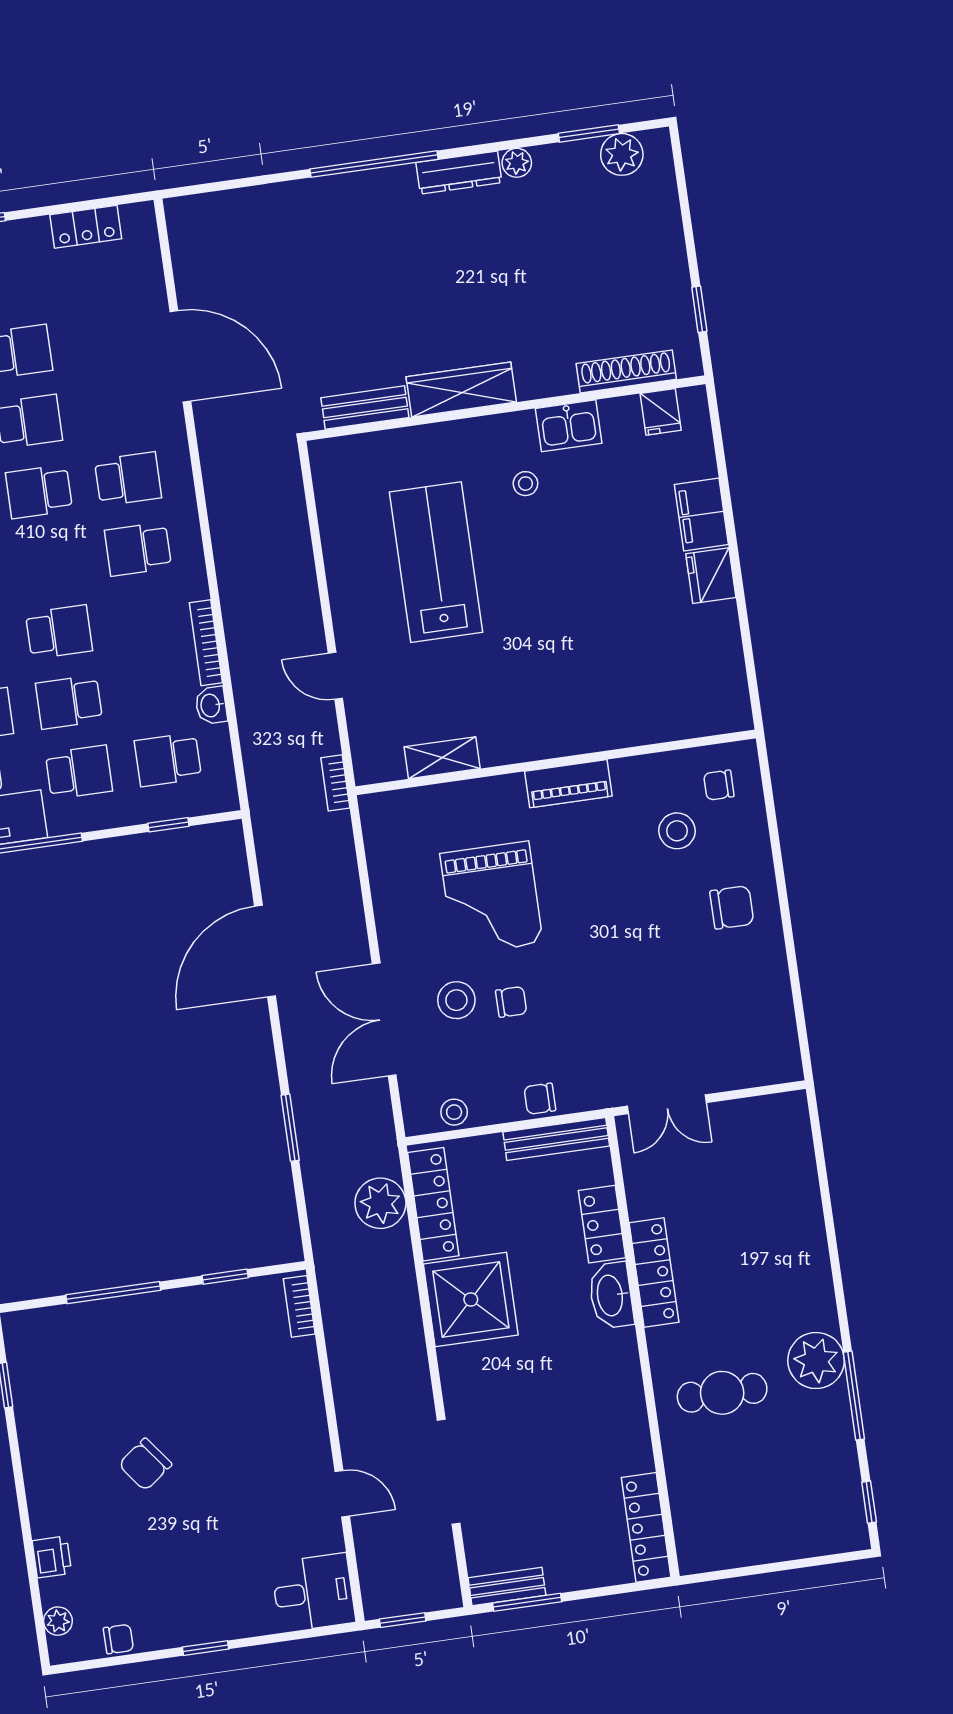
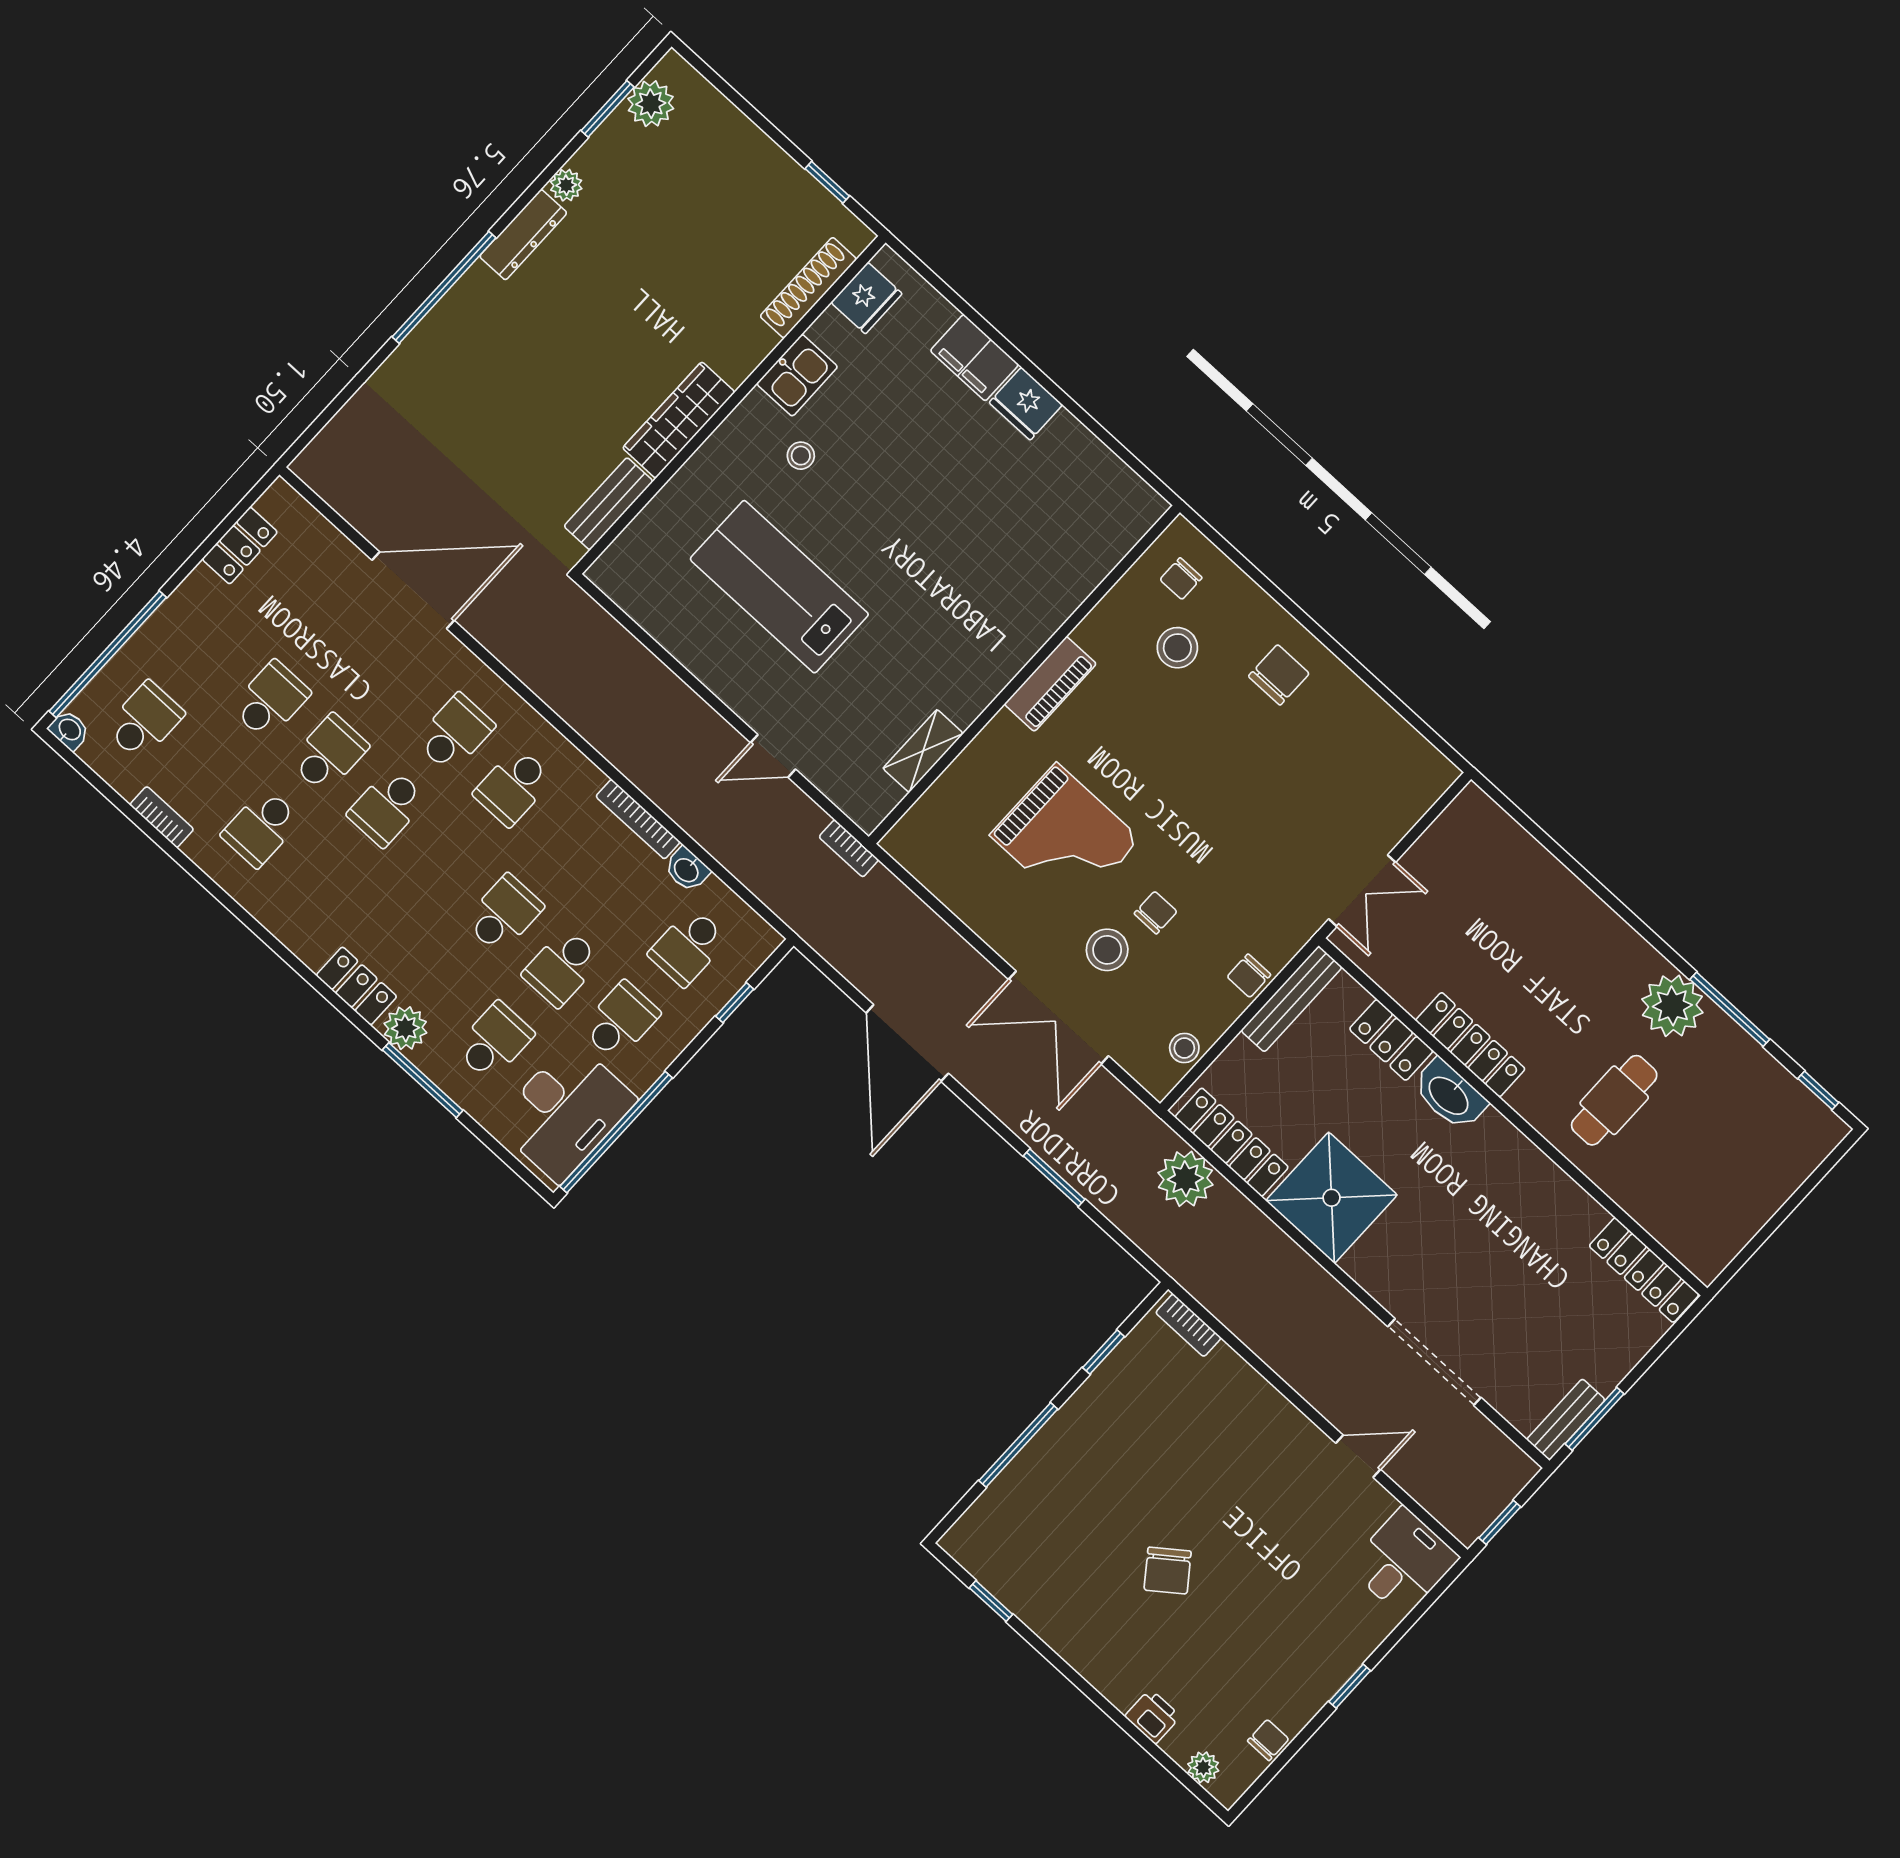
fridge: (661, 412) -> (867, 298), width x1.38

